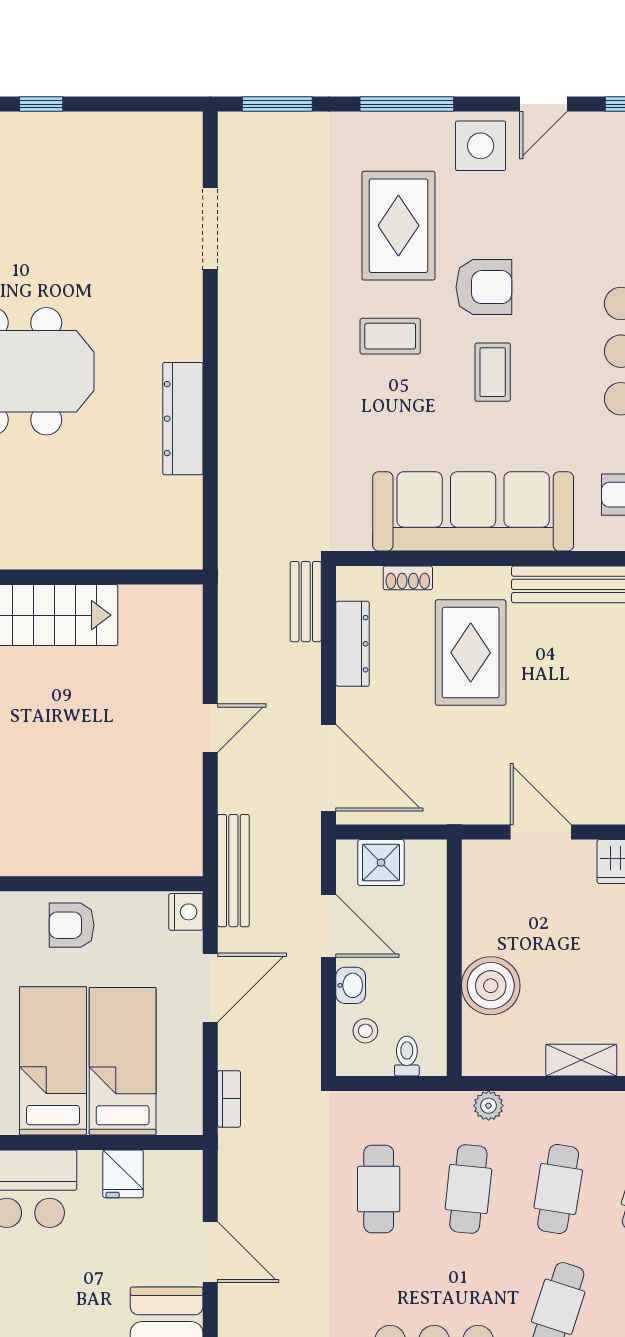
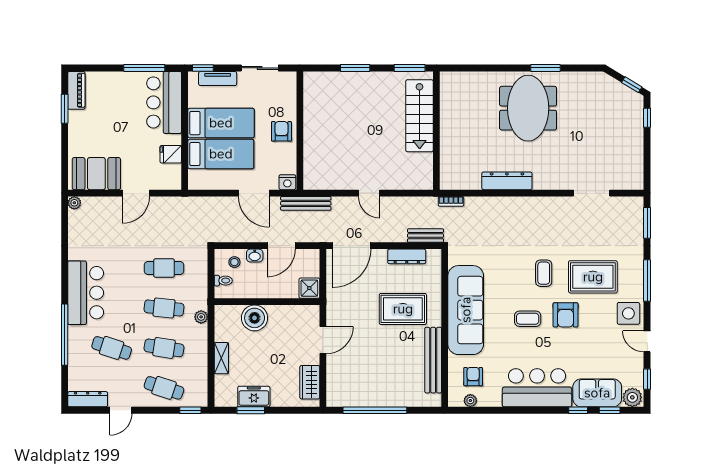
shoe rack: (408, 578) -> (436, 281), removed
shower: (381, 863) -> (309, 288), moved
bookcase: (229, 1099) -> (451, 201), moved

